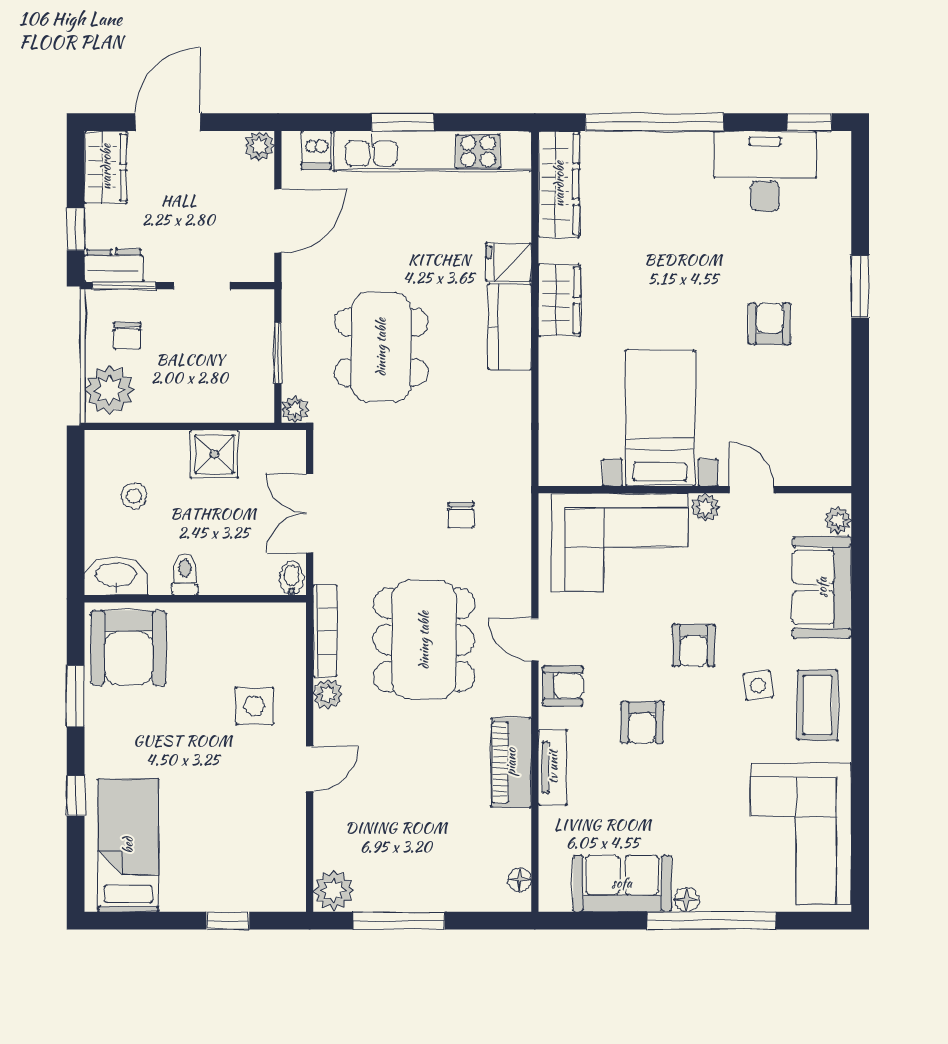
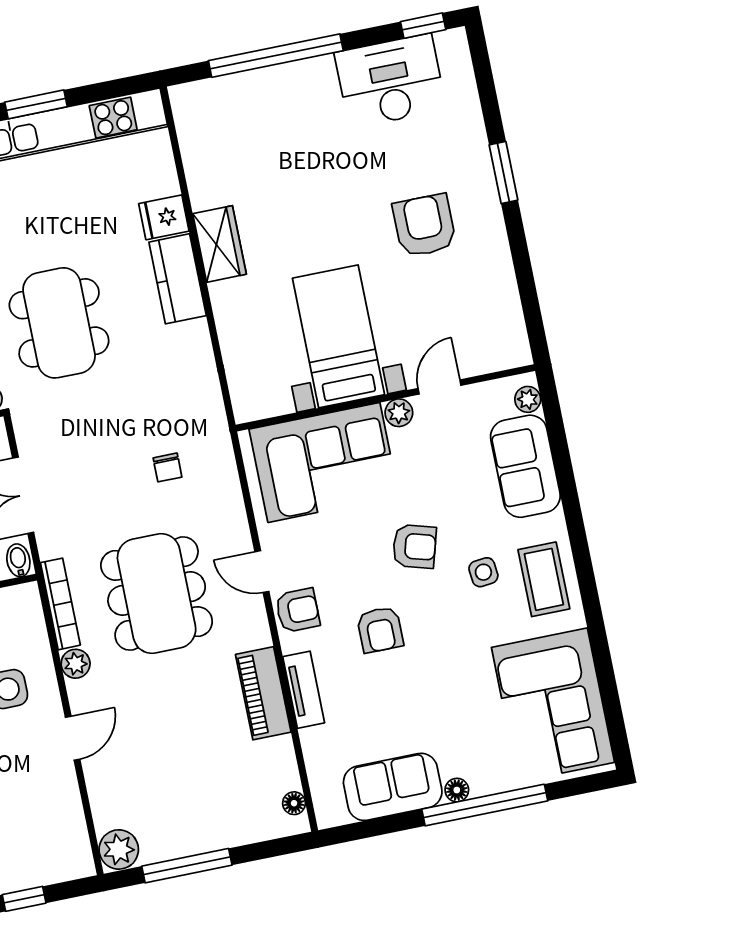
wardrobe: (559, 184) -> (197, 133), removed
armchair: (770, 324) -> (424, 225), width x1.38, depth x1.38
door: (752, 490) -> (439, 387), hinge flipped
armchair: (694, 645) -> (414, 546), turned -74

